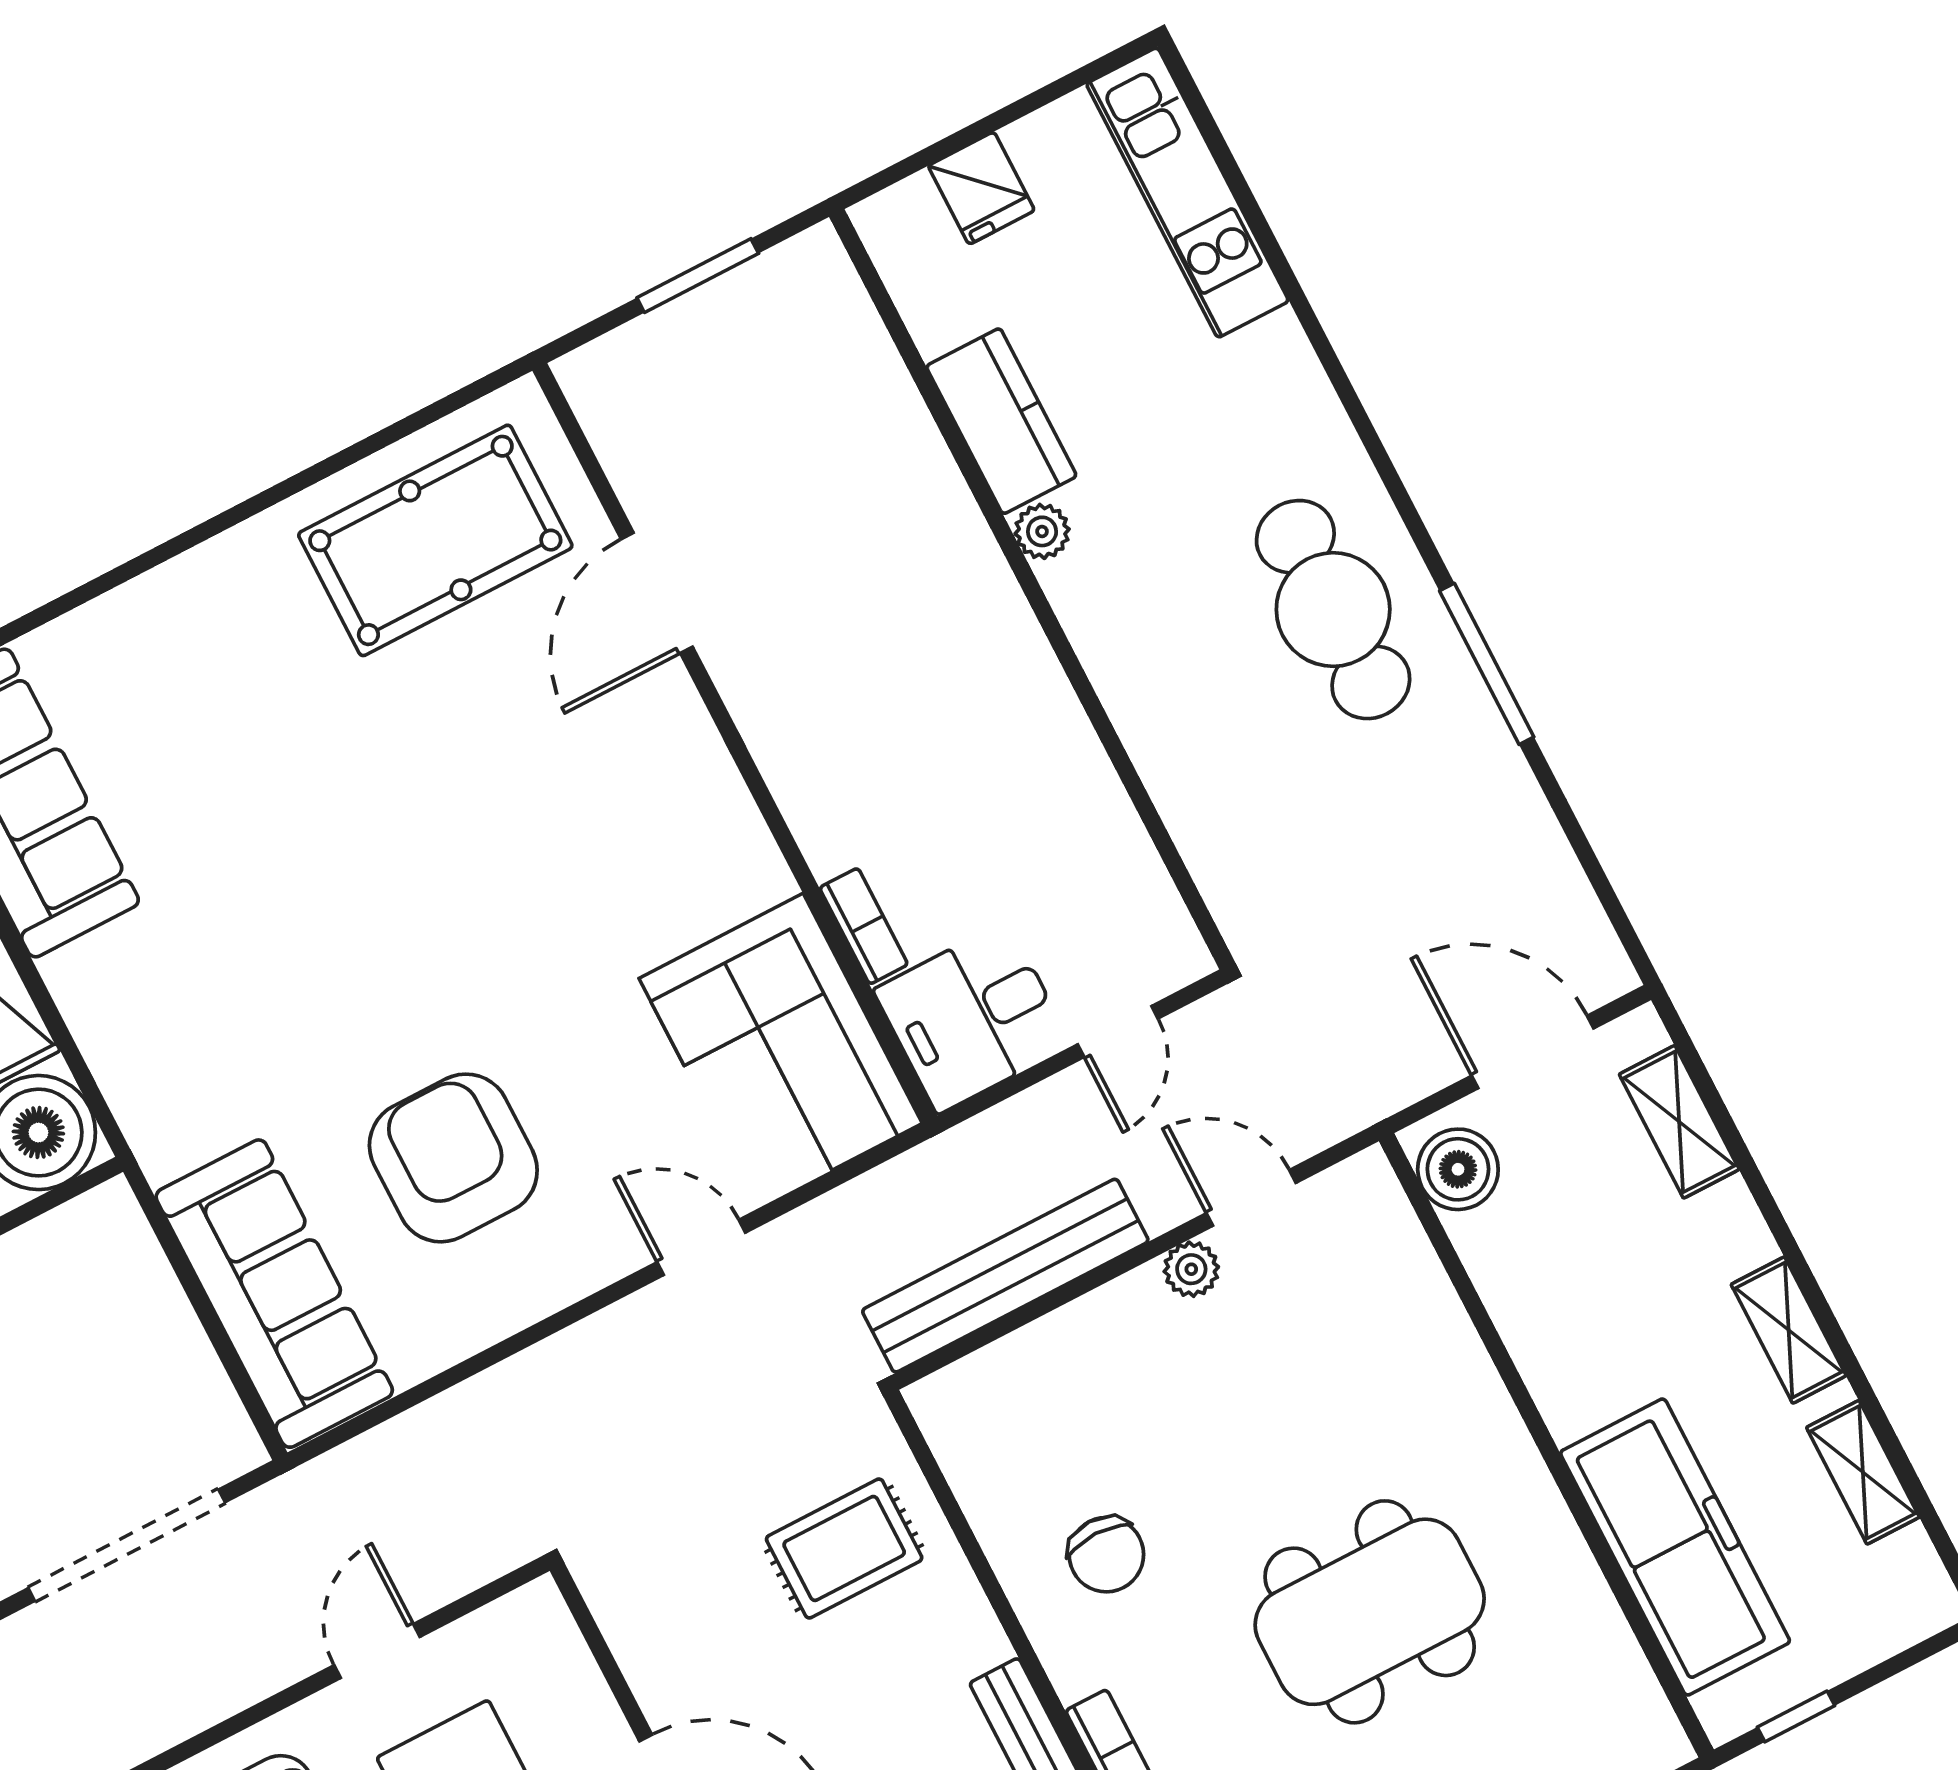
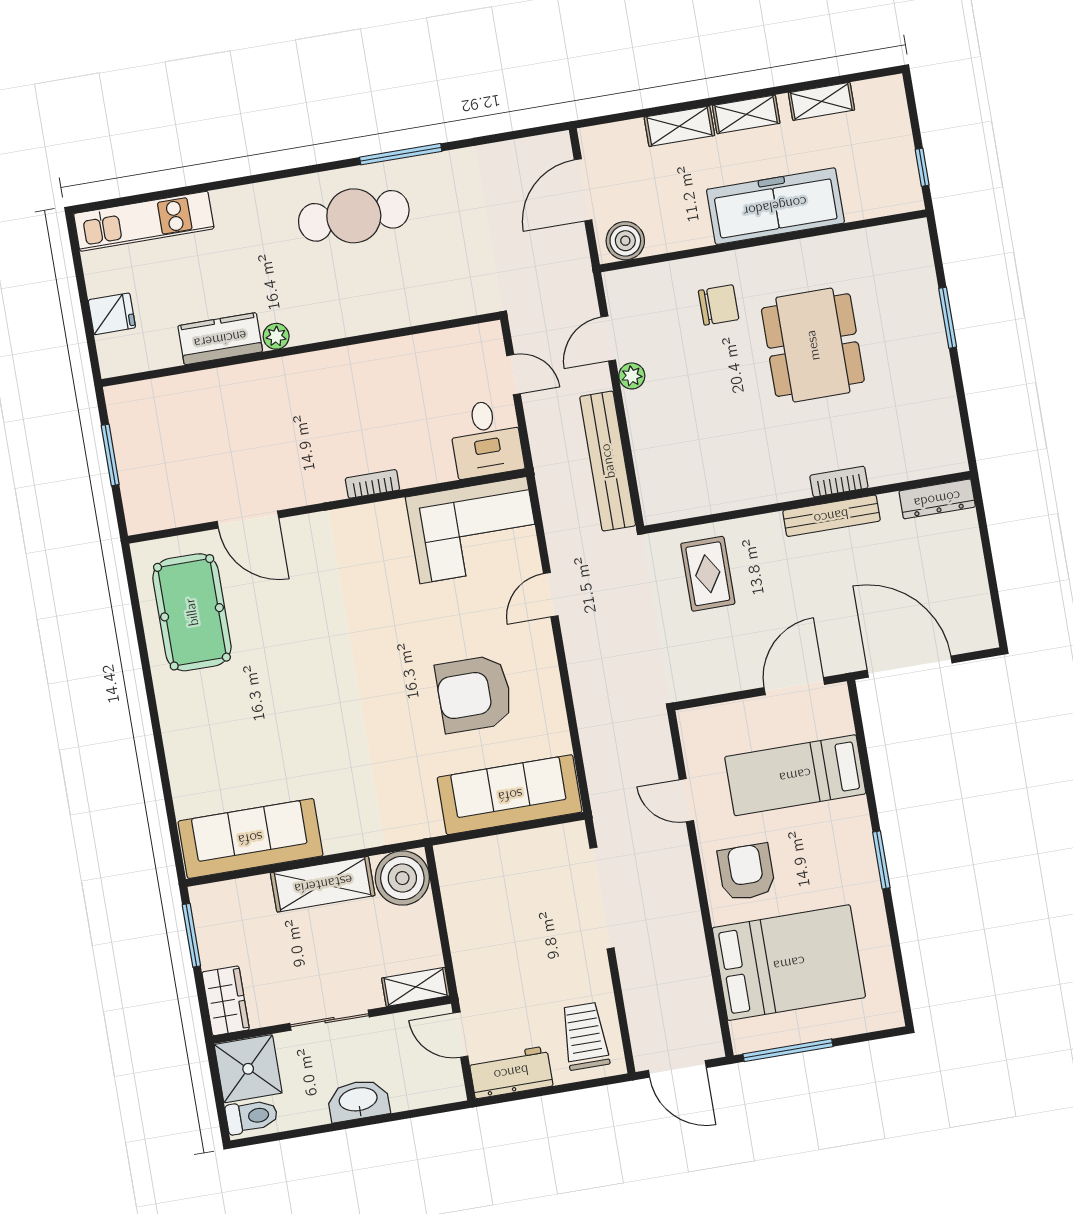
bookcase: (864, 926) -> (372, 484), moved
shelving: (1679, 1122) -> (679, 126), moved
freezer: (1675, 1547) -> (775, 206), moved
chair: (1106, 1555) -> (719, 305), moved

